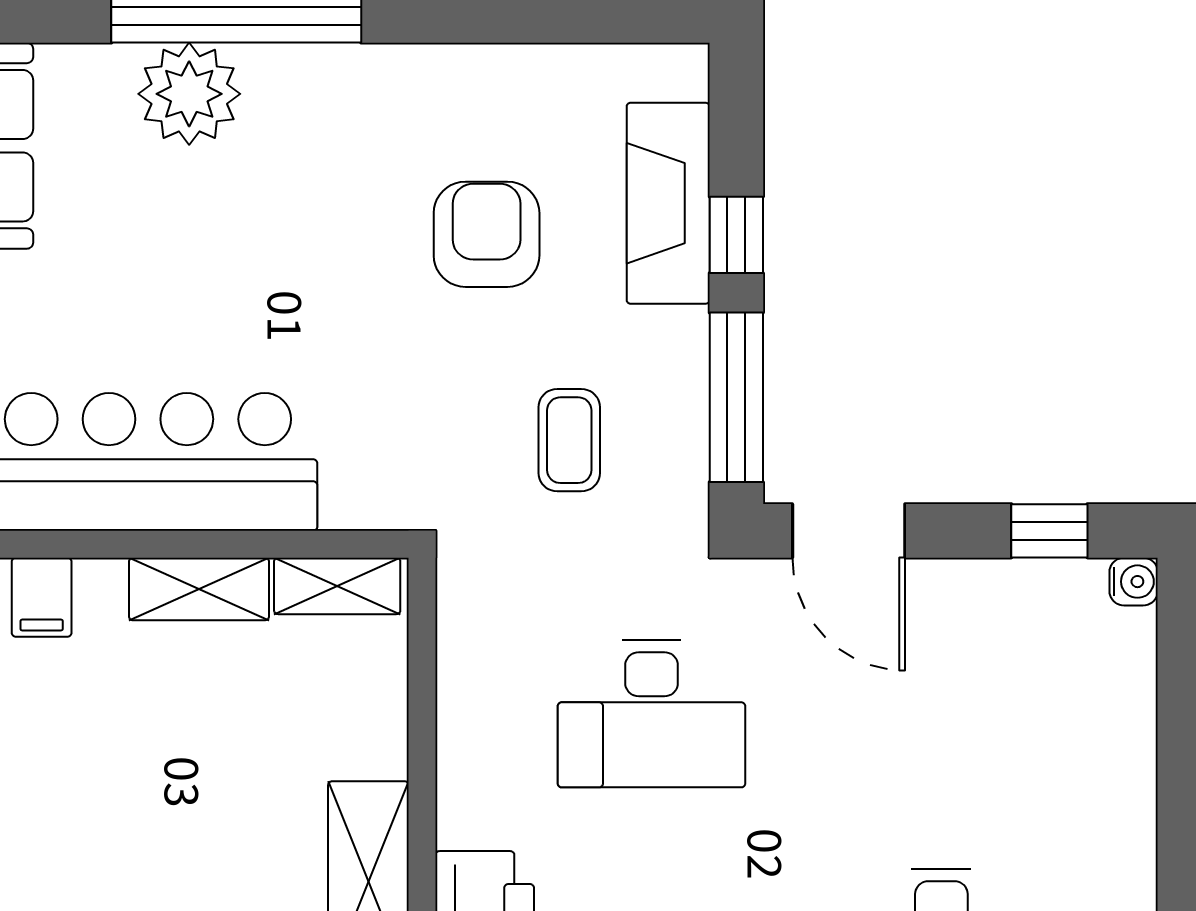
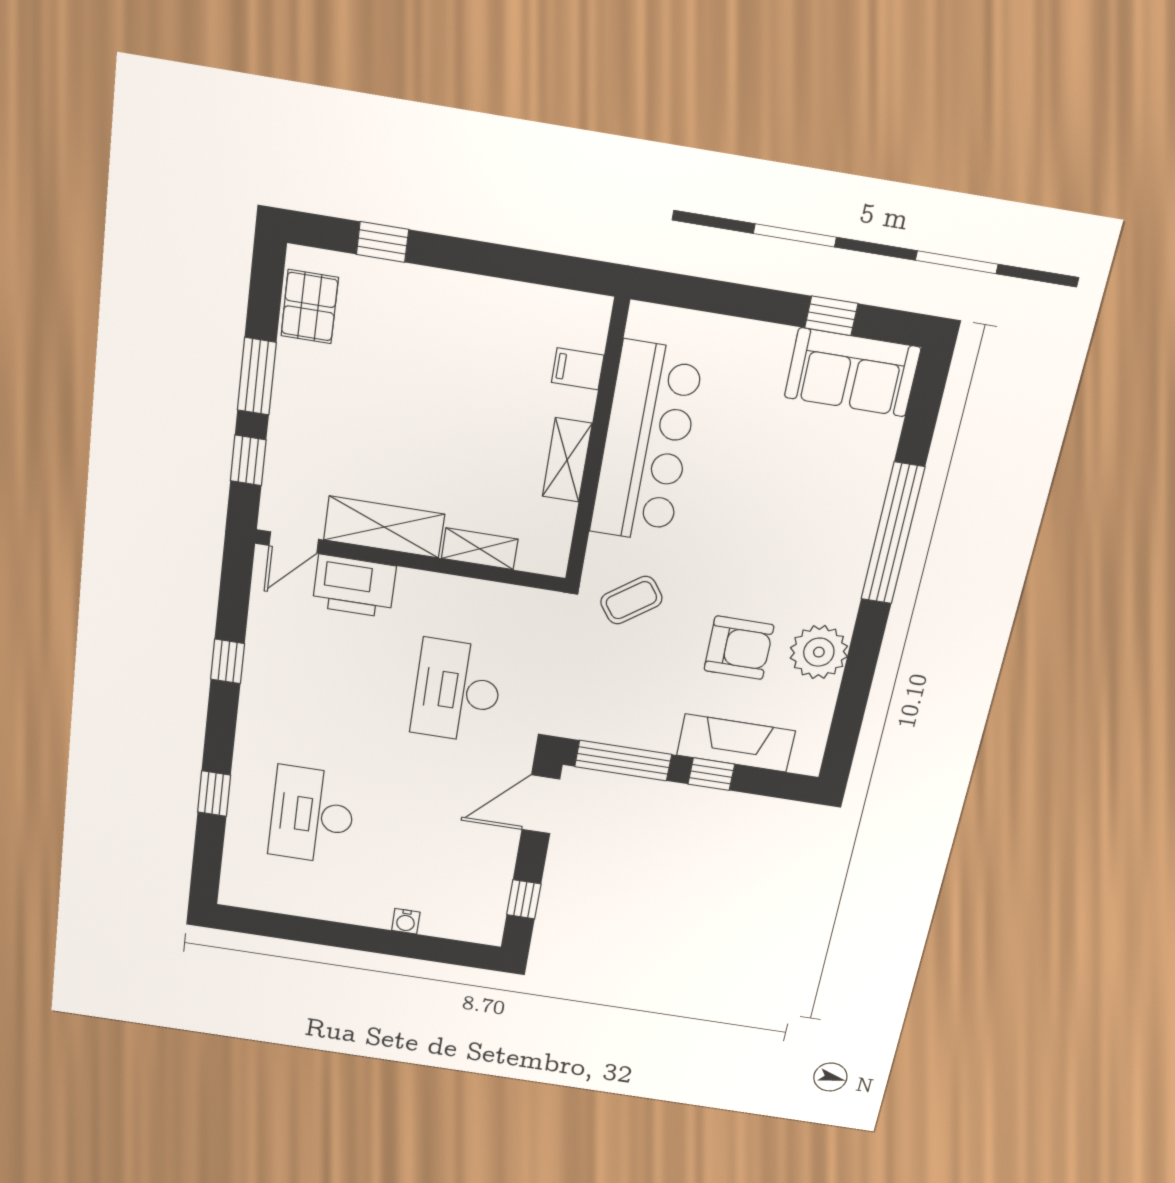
plant: (189, 94) -> (819, 652), moved
coffee table: (569, 440) -> (631, 600), moved, turned -36
water cooler: (1134, 582) -> (406, 921), moved
shelving: (337, 586) -> (480, 549), moved, turned 90

